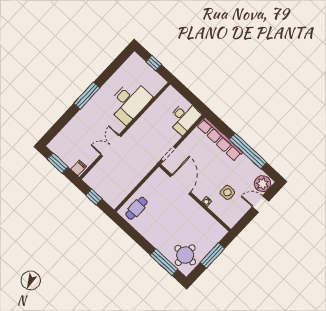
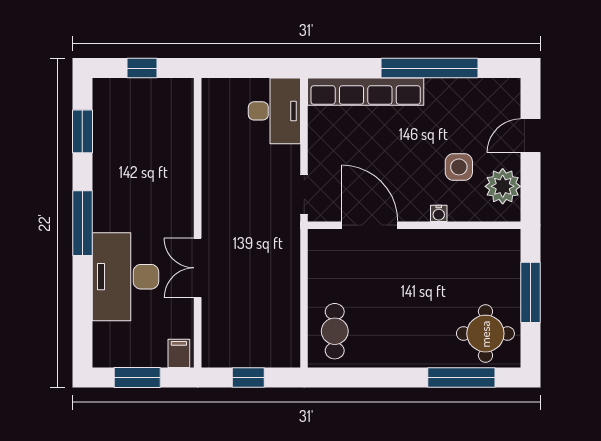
window: (115, 66) -> (82, 131), added
desk: (129, 102) -> (125, 277), moved, turned 180
plant: (262, 184) -> (503, 186), moved

